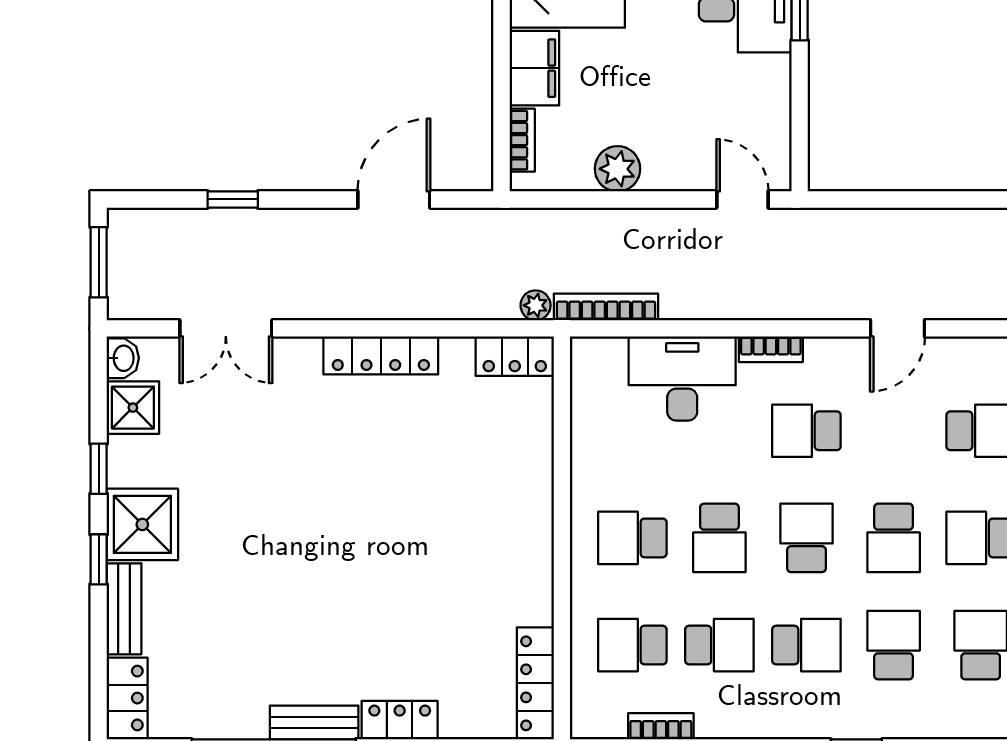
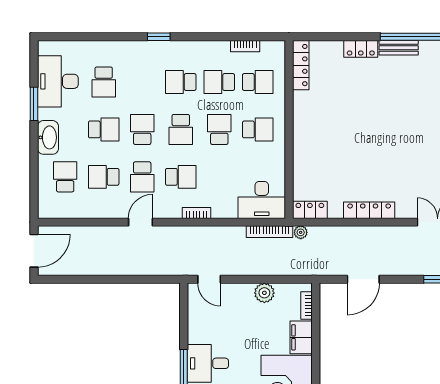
desk: (682, 379) -> (262, 200), moved
school desk: (894, 645) -> (142, 177), moved

